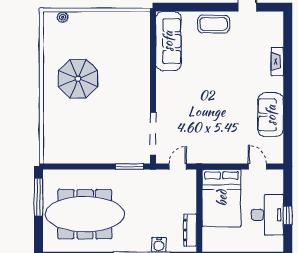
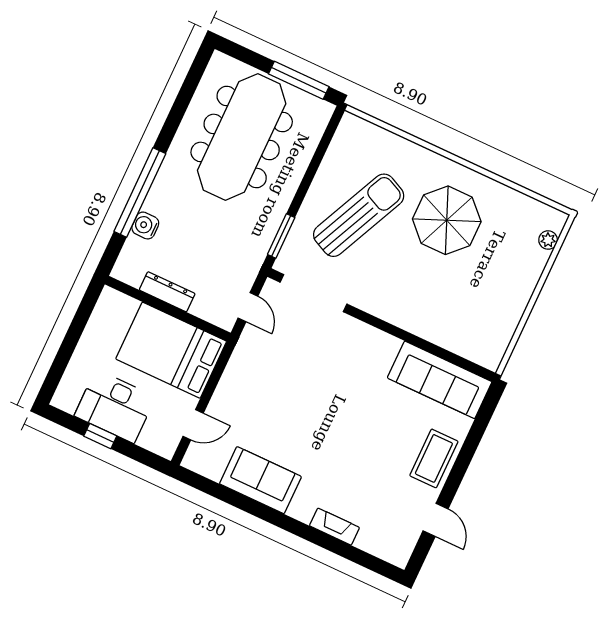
sun lounger: (98, 129) -> (359, 215), added
dresser: (190, 230) -> (167, 292), moved

